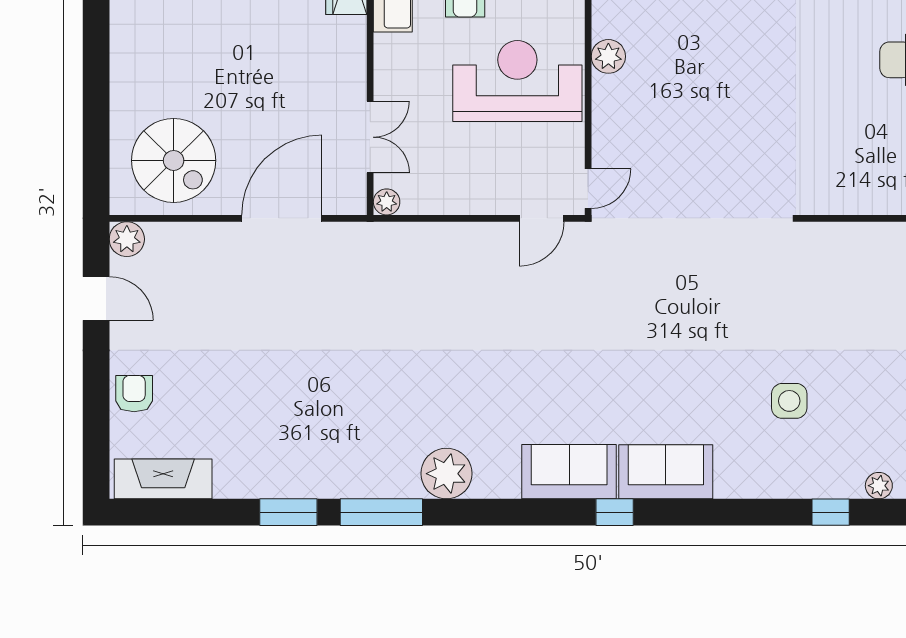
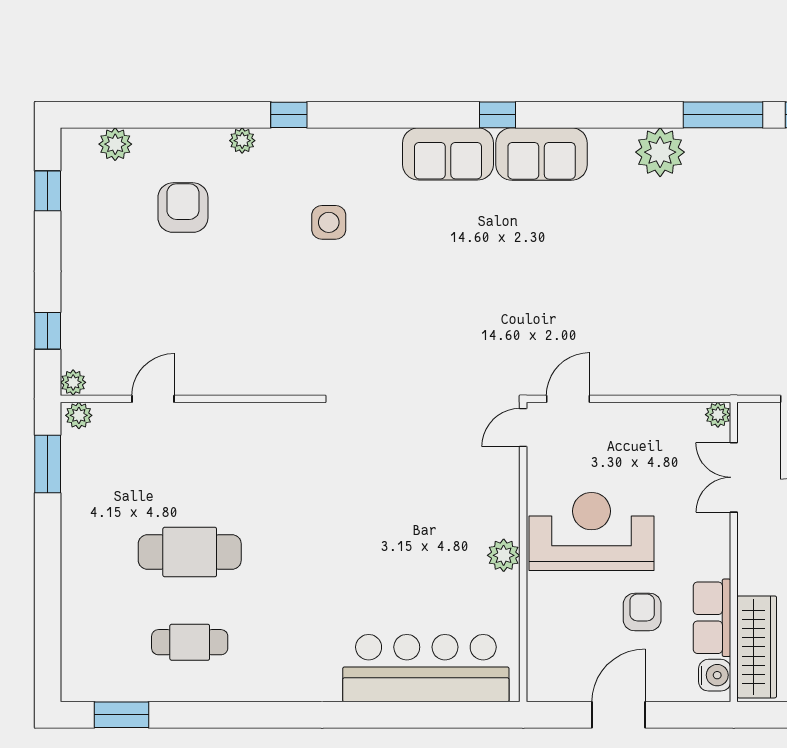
reception desk: (517, 81) -> (591, 532), turned 180

